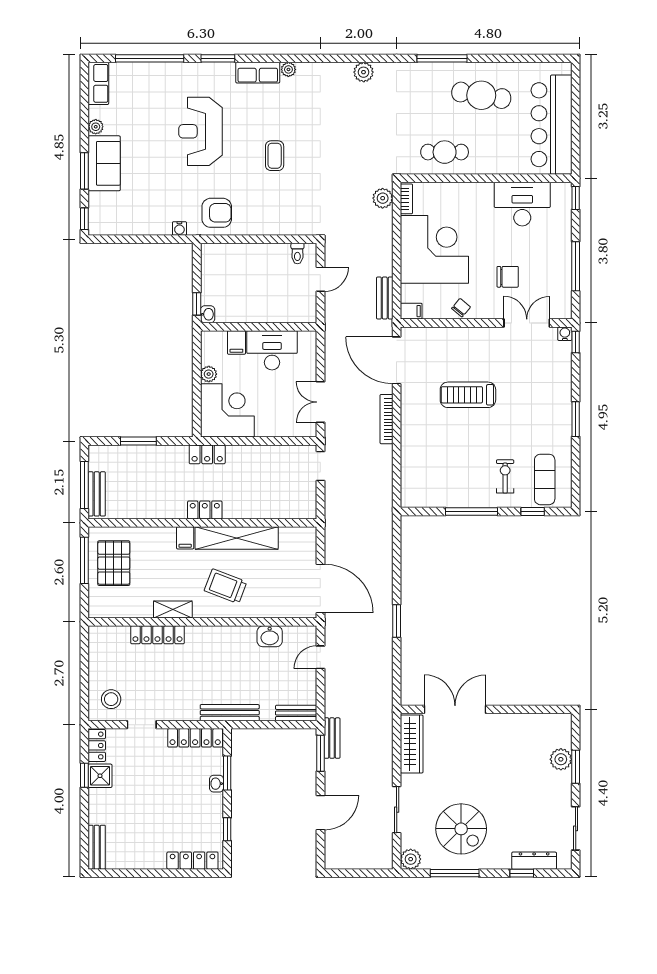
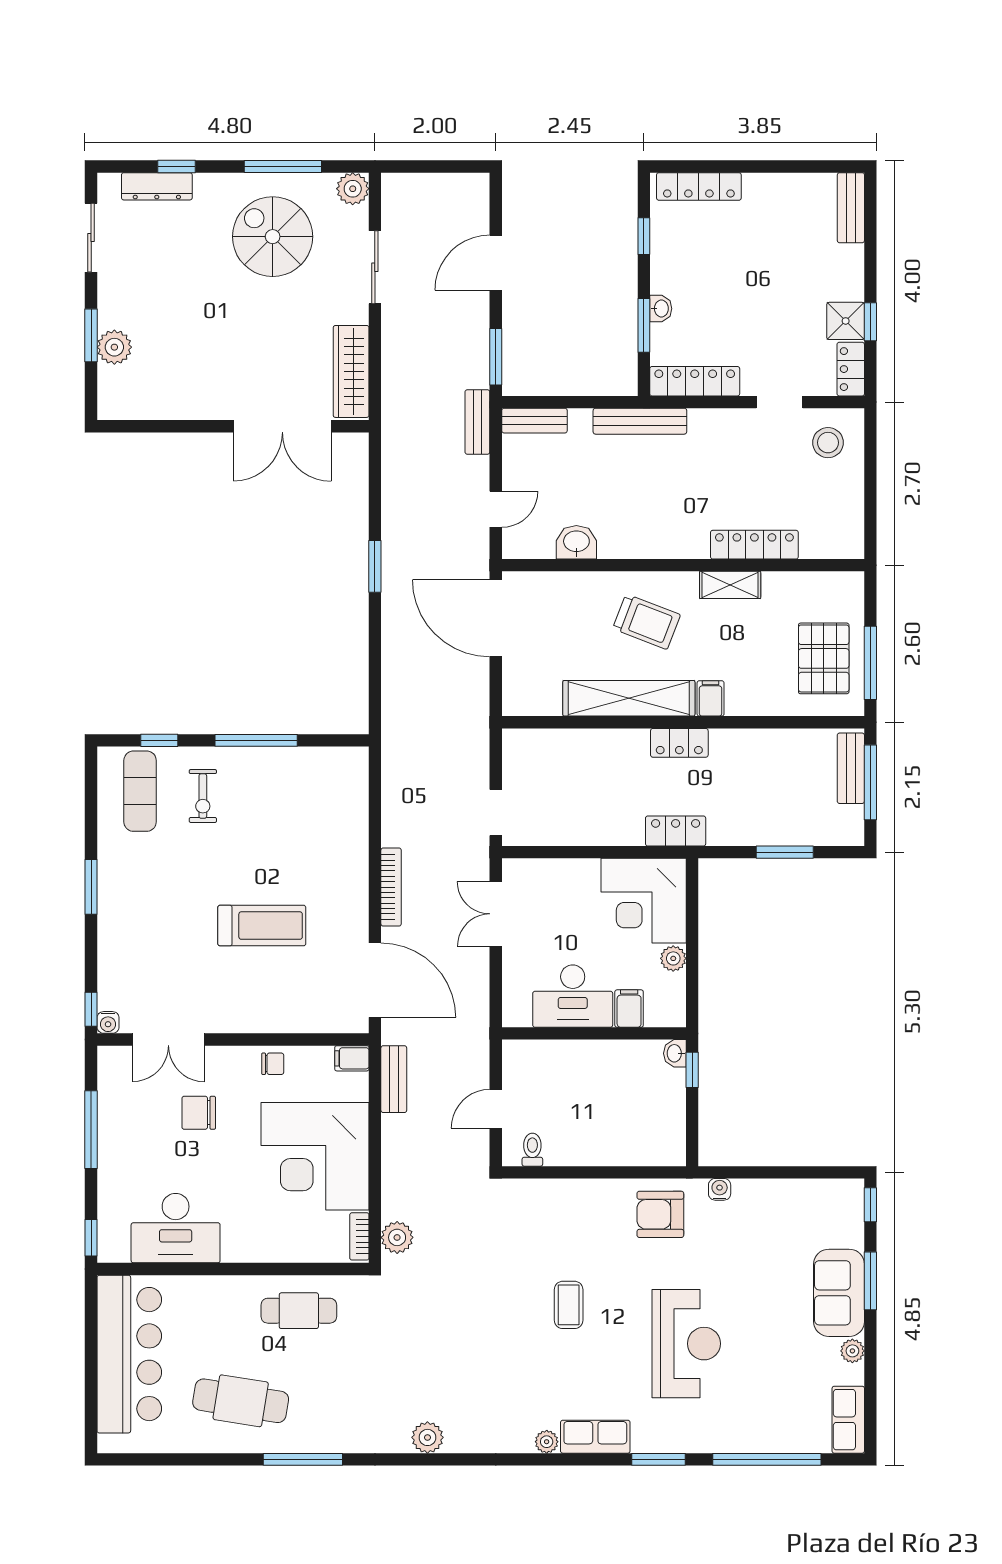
chair: (461, 308) -> (273, 1064), turned -130
double door: (320, 402) -> (496, 914), swing flipped
bench: (332, 738) -> (477, 422), moved

